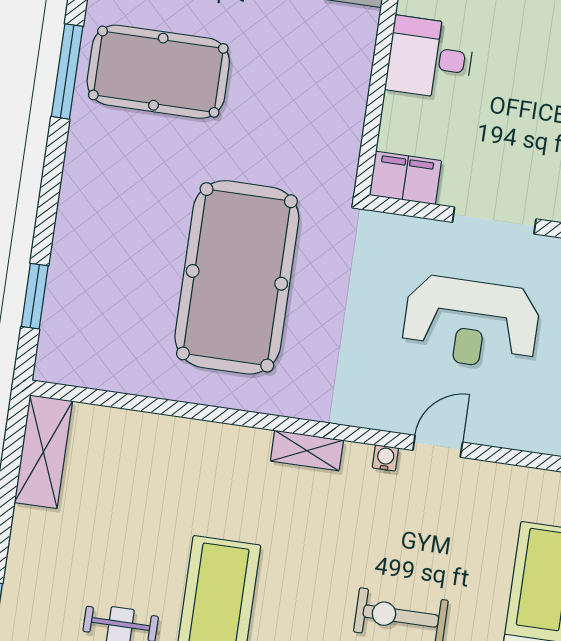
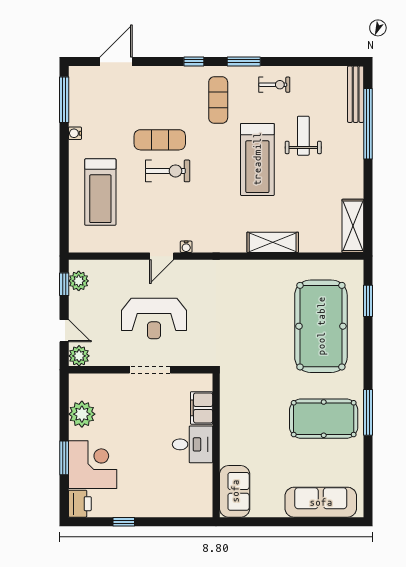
filing cabinet: (405, 178) -> (202, 408), moved, turned 90
pool table: (237, 277) -> (321, 326), moved
reception desk: (471, 323) -> (154, 318), turned 180
shelving: (307, 451) -> (273, 242), moved, width x1.50, depth x1.33

